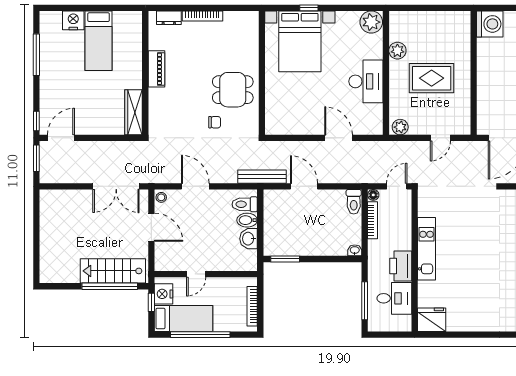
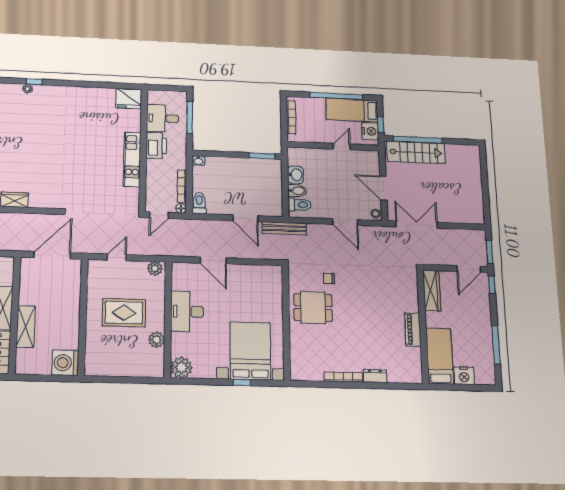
piano: (156, 69) -> (413, 329), moved
wall: (145, 73) -> (423, 326), moved
wardrobe: (134, 112) -> (432, 291), moved

